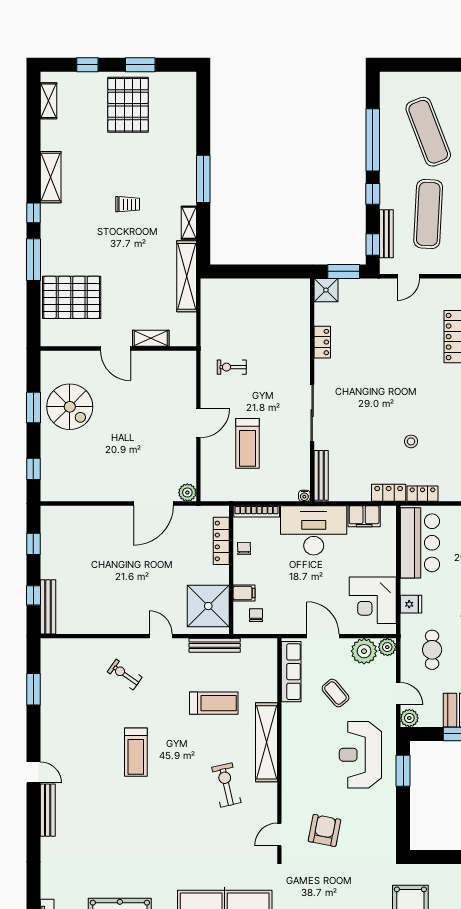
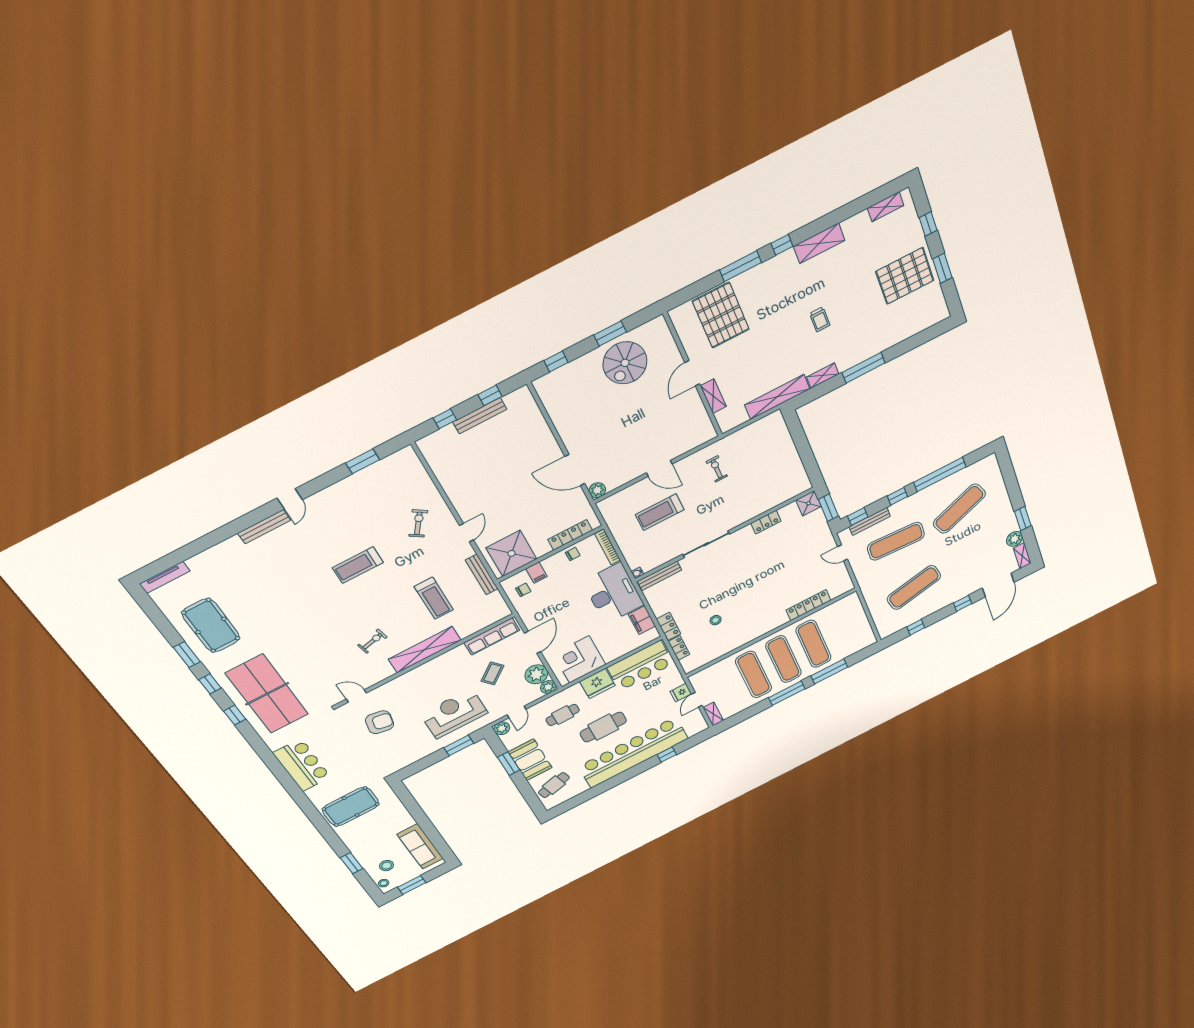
fridge: (411, 604) -> (597, 683), width x1.88, depth x1.34
bench: (48, 607) -> (480, 416), moved
exercise bike: (226, 785) -> (372, 641), width x0.73, depth x0.72

